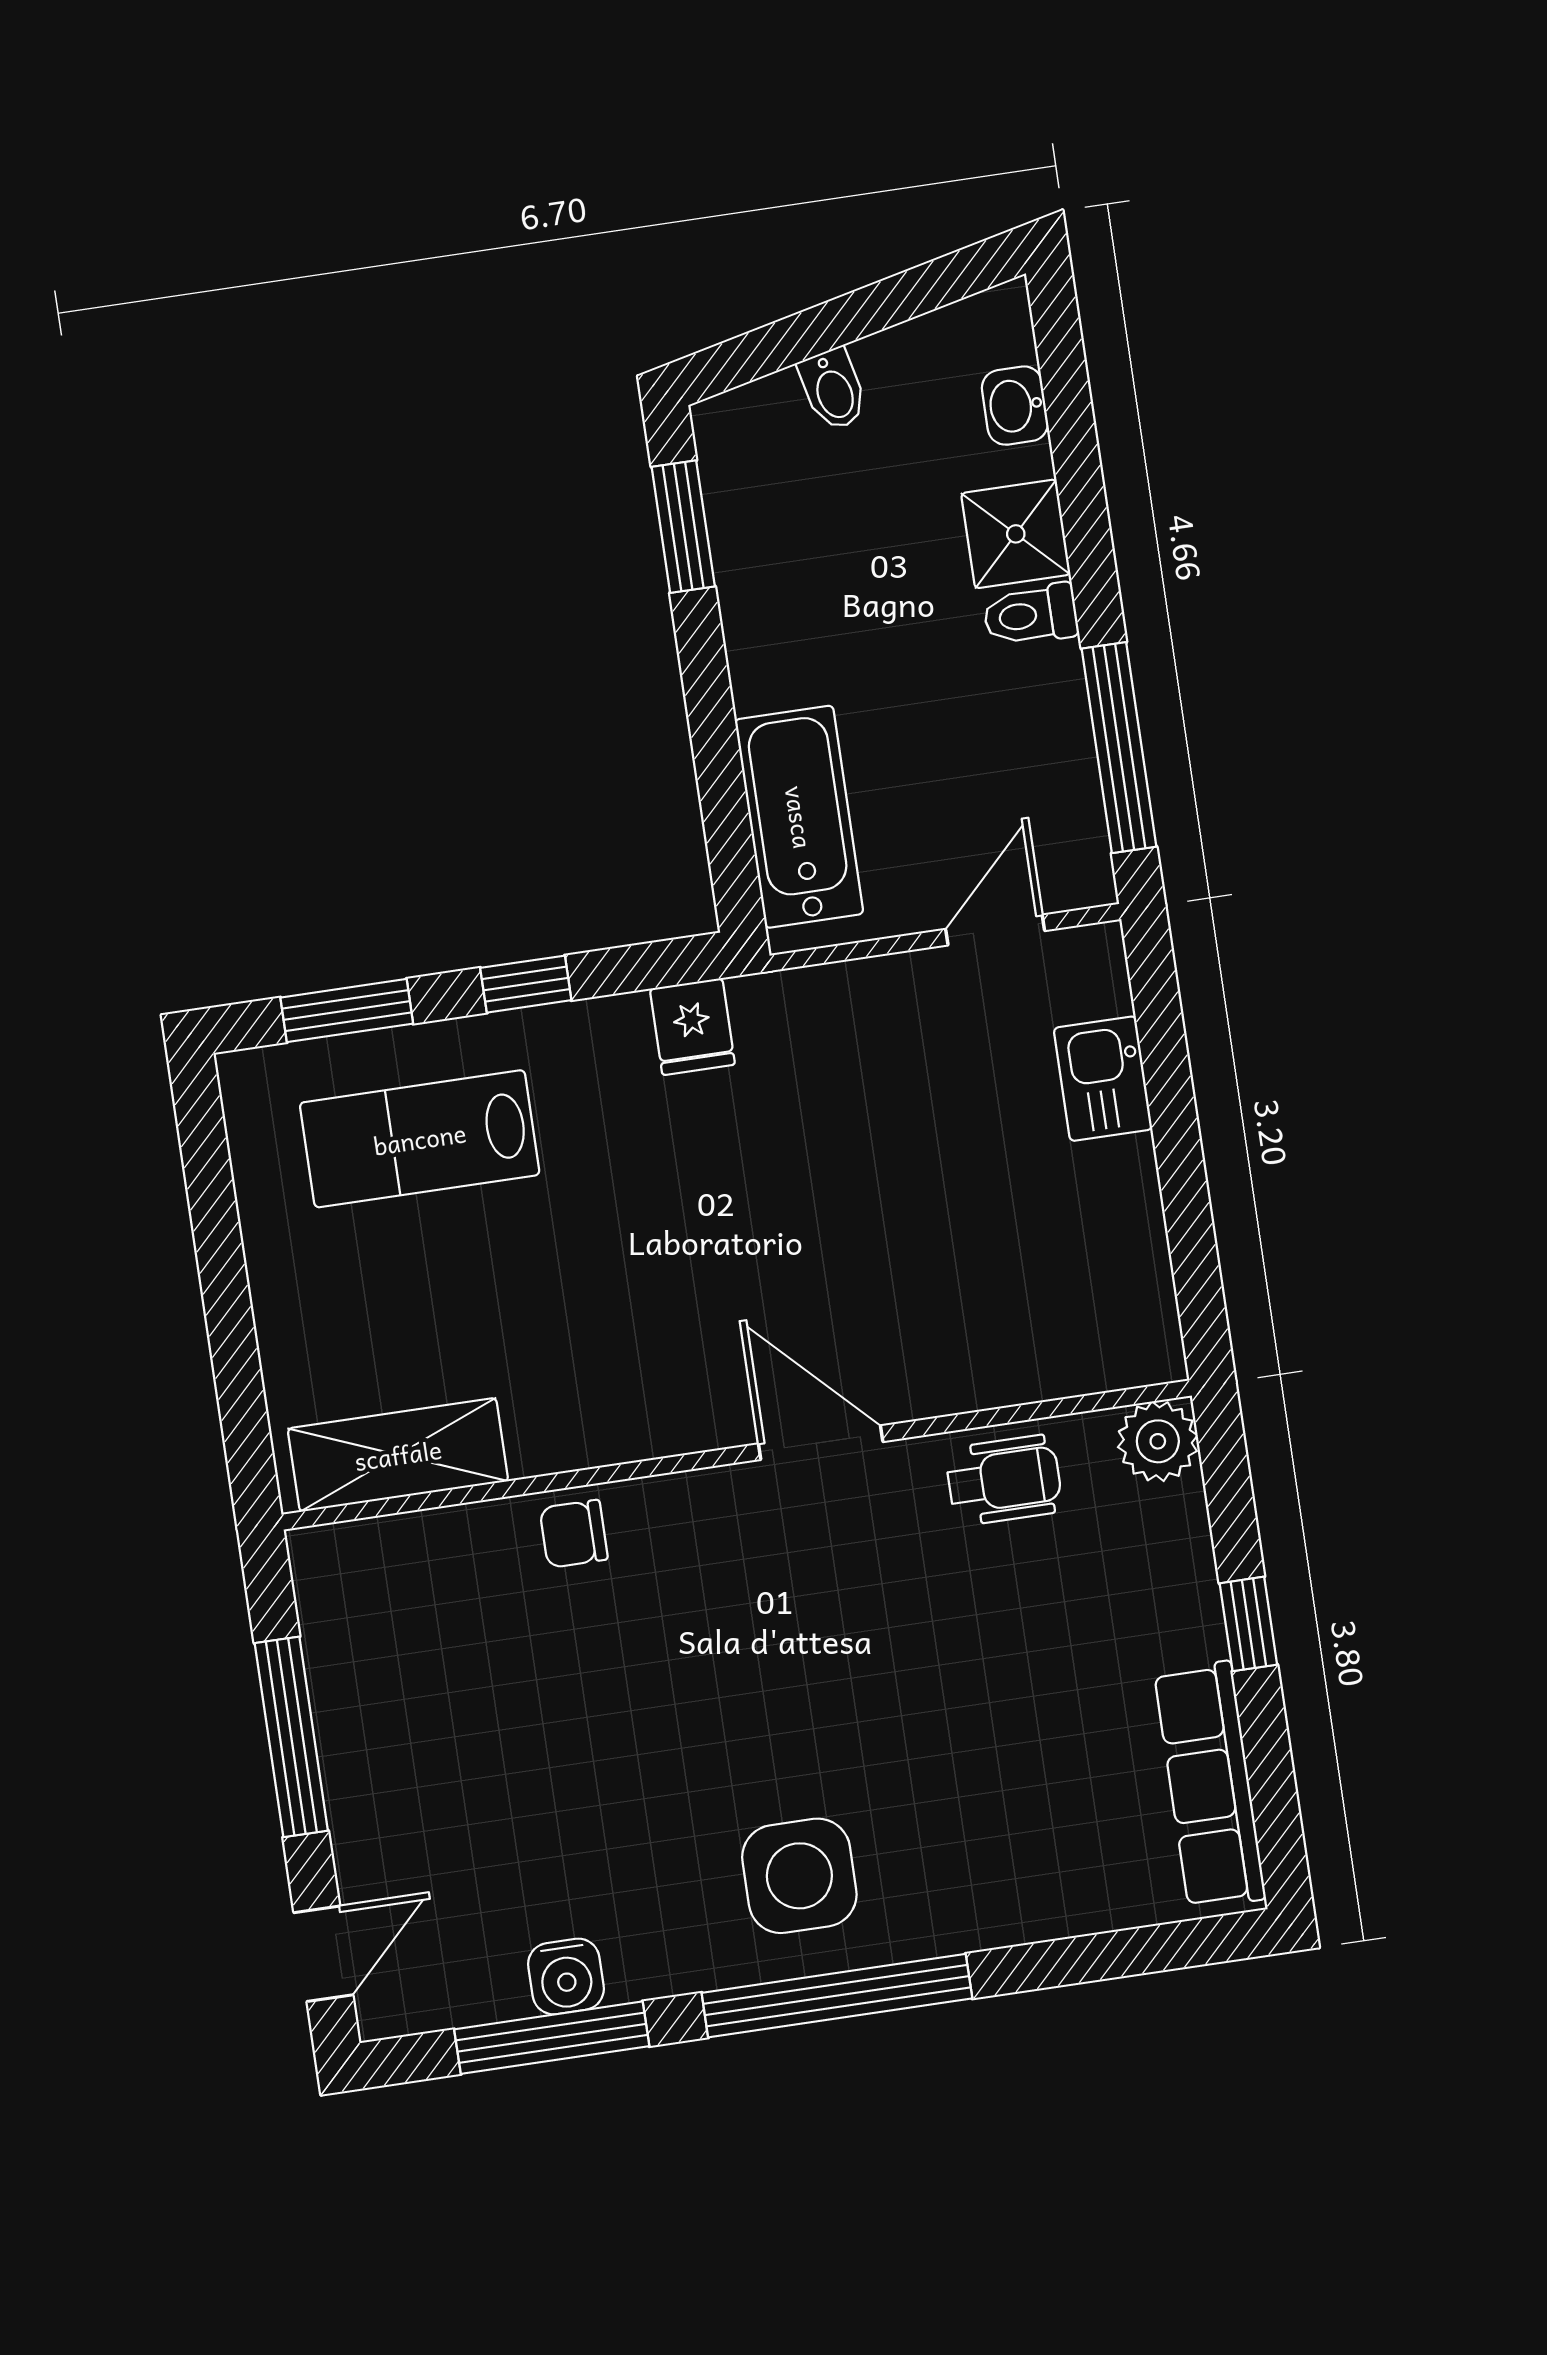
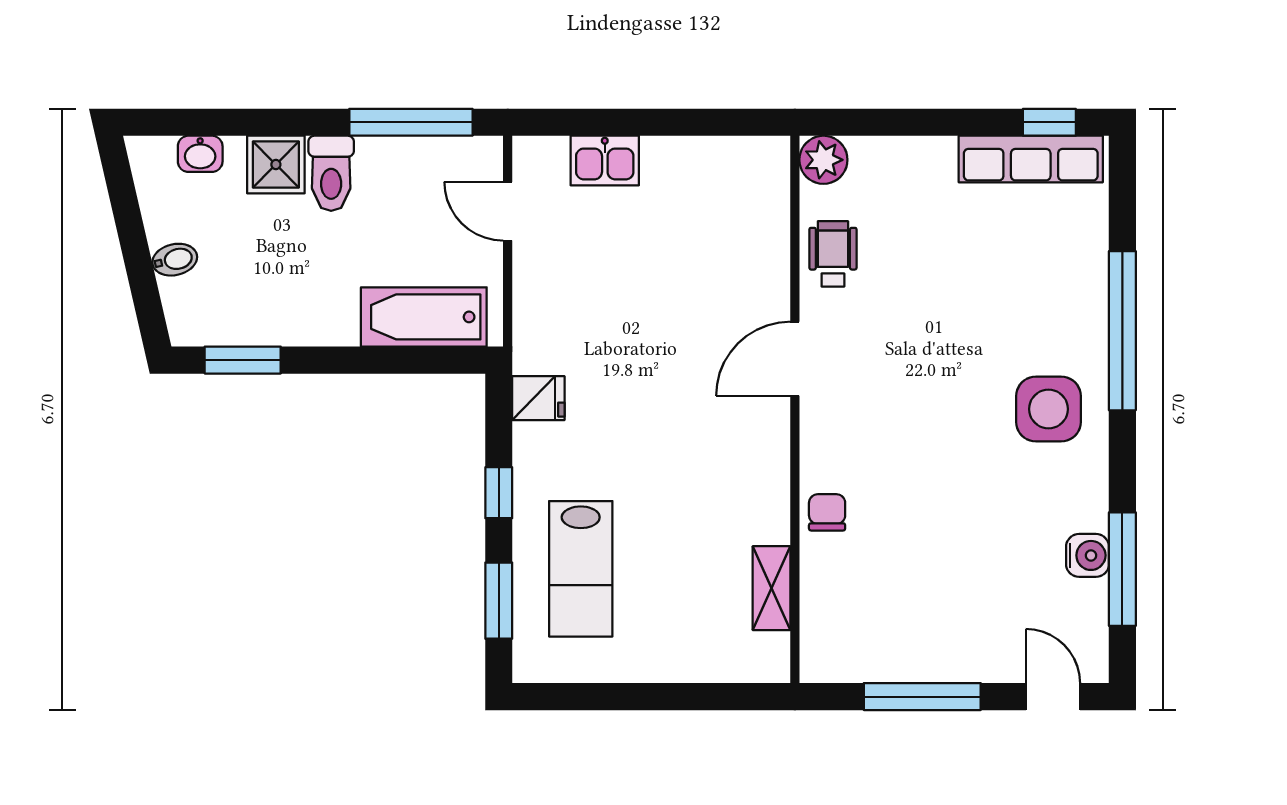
toilet: (1031, 615) -> (331, 173), width x1.37, depth x1.39
shelving: (398, 1455) -> (772, 588), width x0.67, depth x0.75
chair: (574, 1534) -> (827, 512), turned 180
window: (1248, 1624) -> (1049, 122), moved
window: (837, 1996) -> (1122, 331), moved

